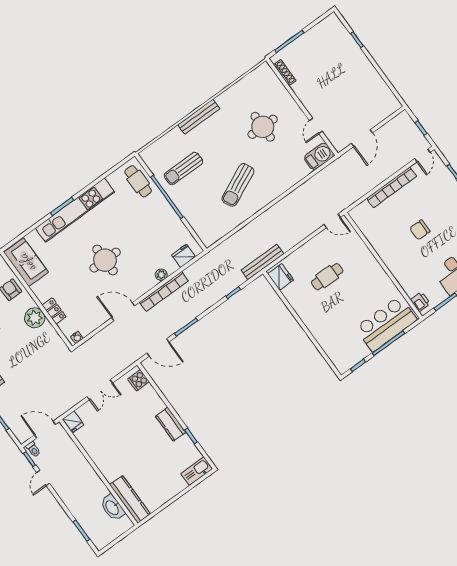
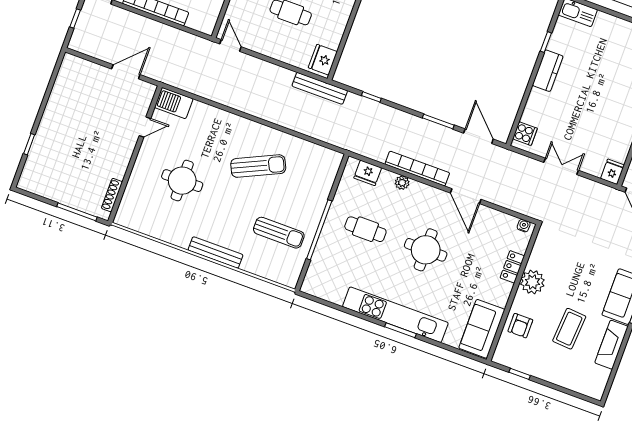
cafe table: (138, 181) -> (365, 229), moved, turned 90

